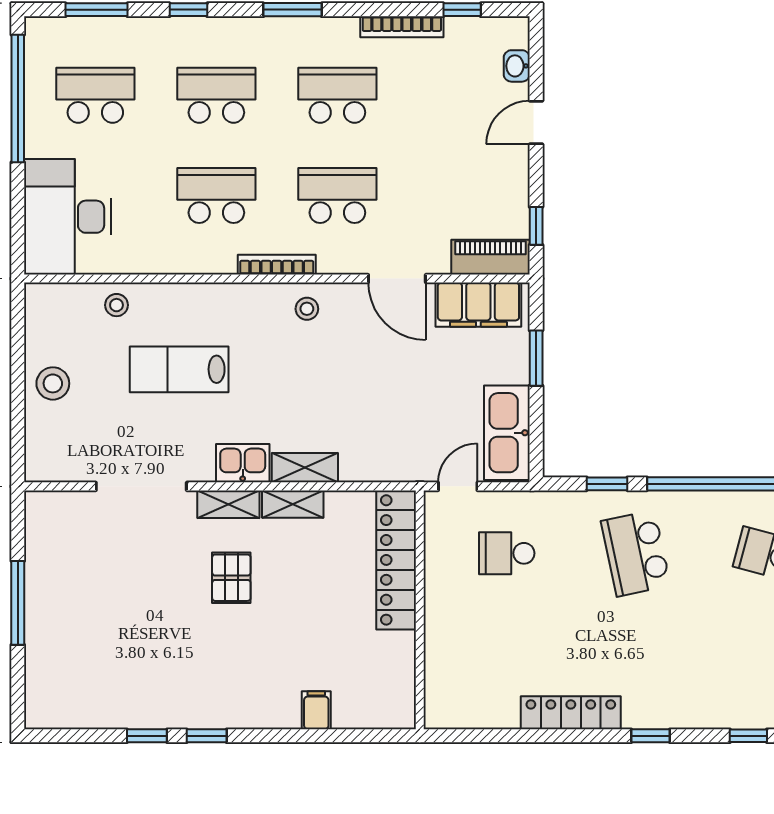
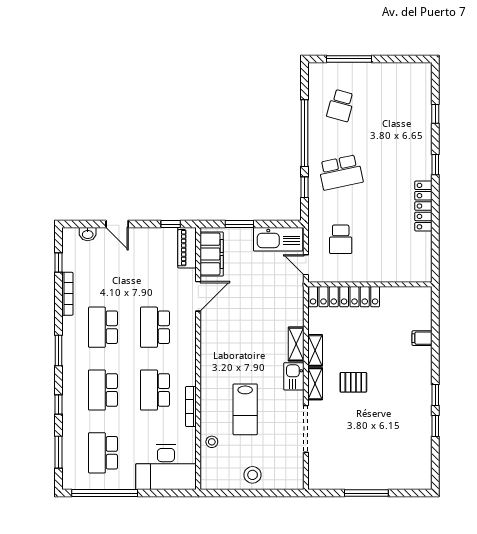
bookcase: (277, 265) -> (191, 406), moved
stool: (307, 309) -> (214, 343), removed

